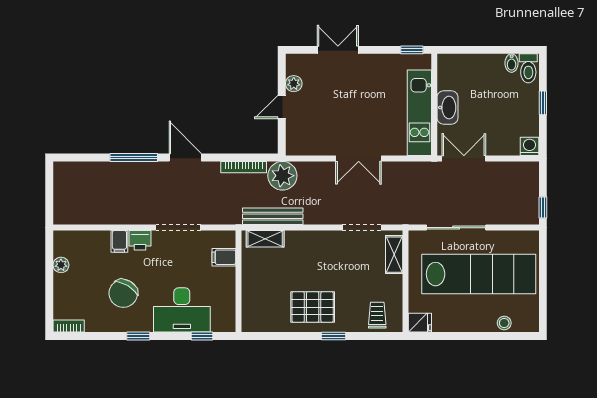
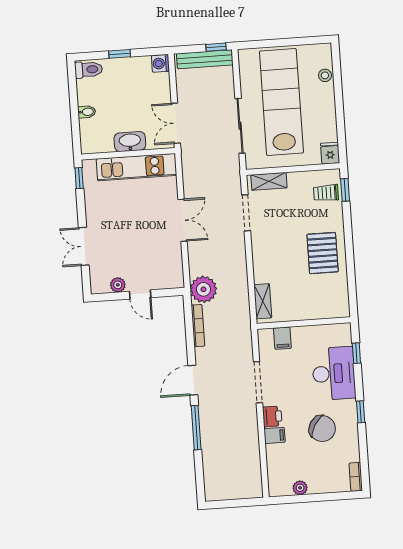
bidet: (512, 63) -> (87, 112), moved
bench: (273, 216) -> (205, 59), moved, turned 90
window: (334, 336) -> (345, 190), moved

